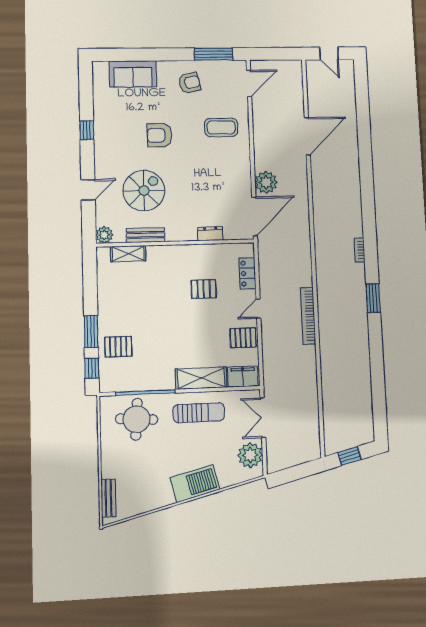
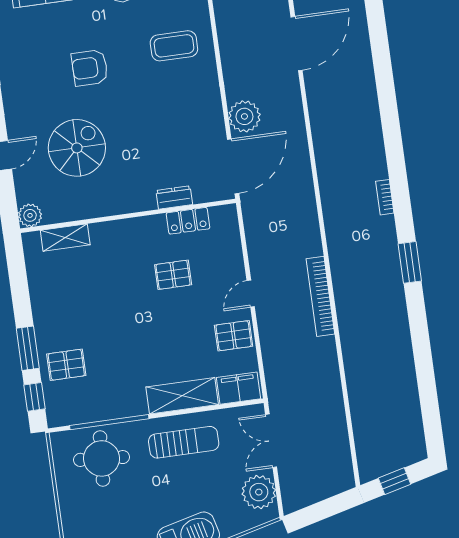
bench: (145, 235) -> (86, 209), removed
locker: (247, 273) -> (188, 221), moved, turned -90

